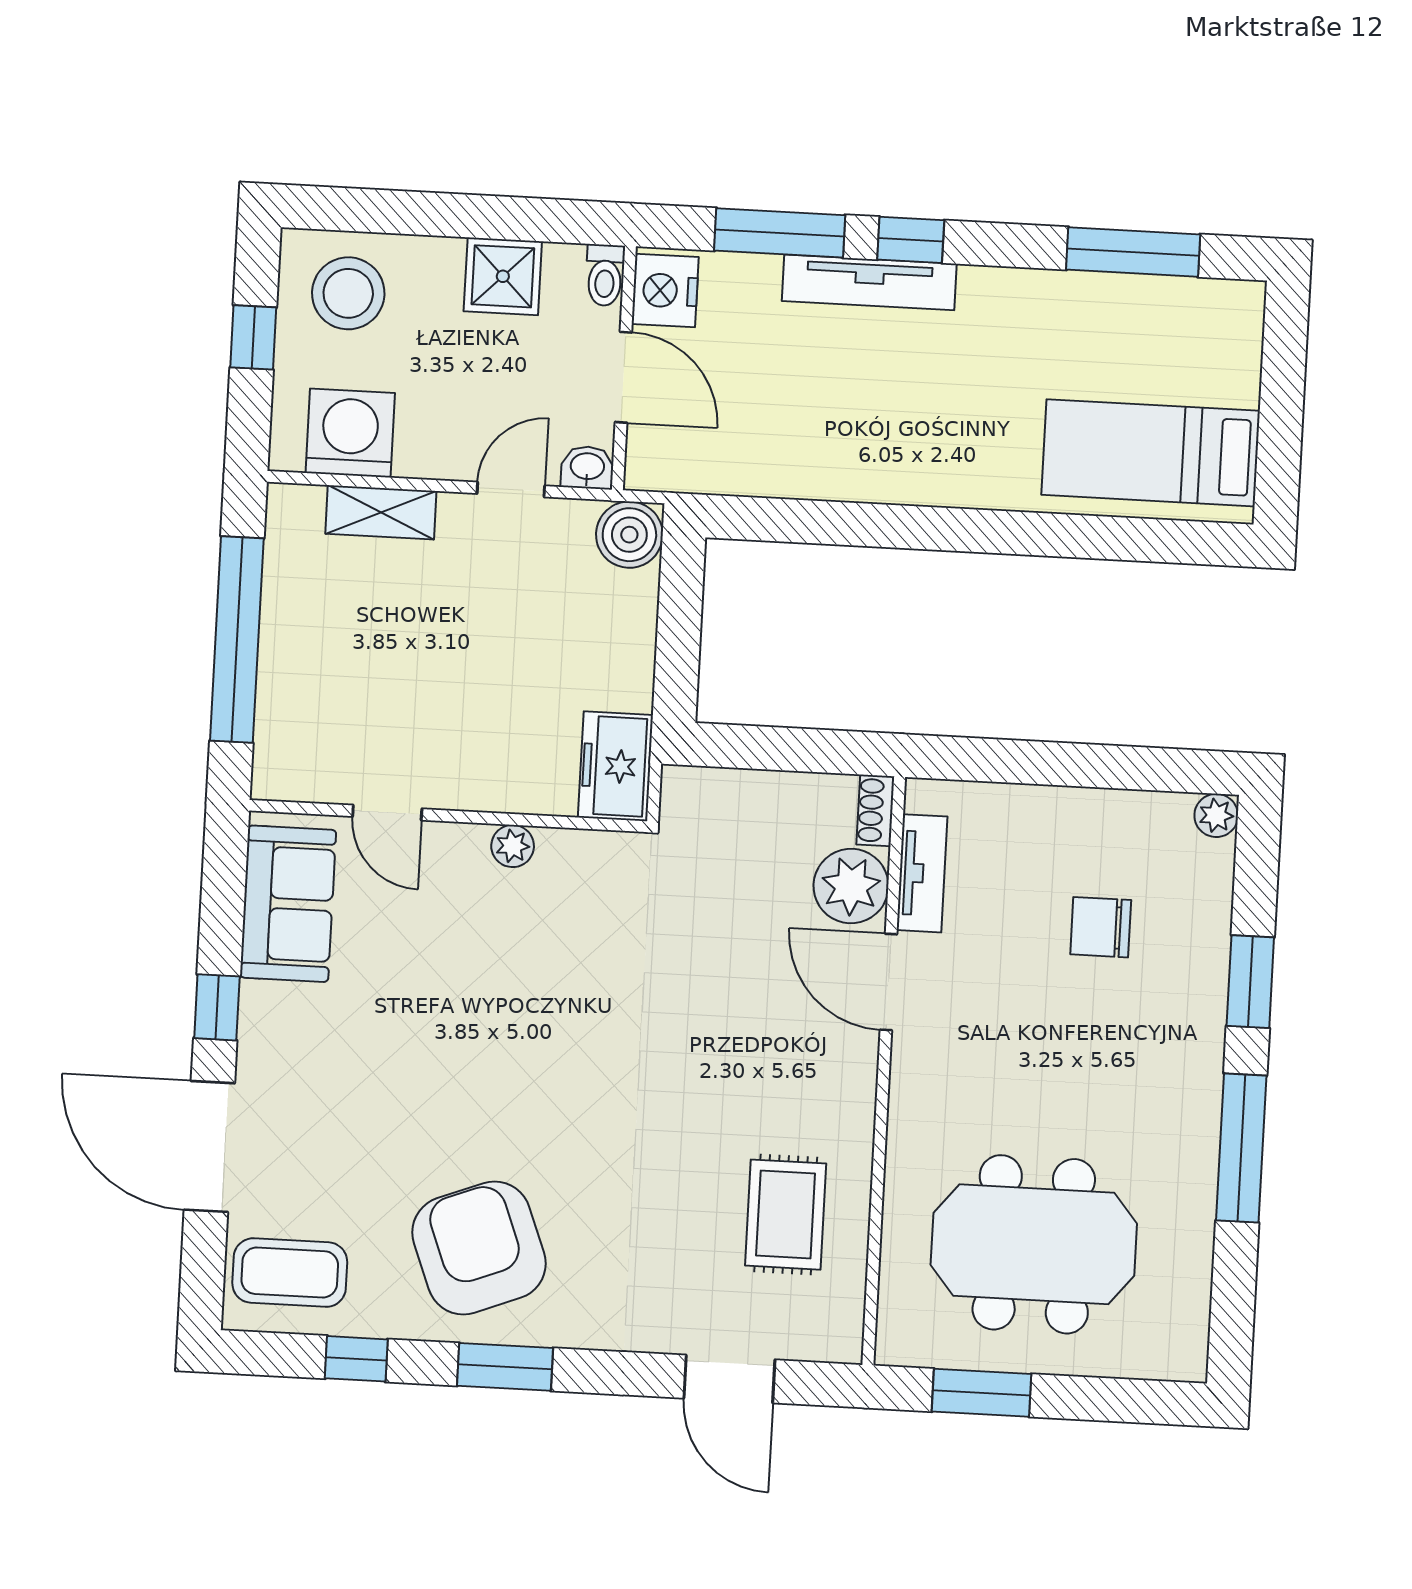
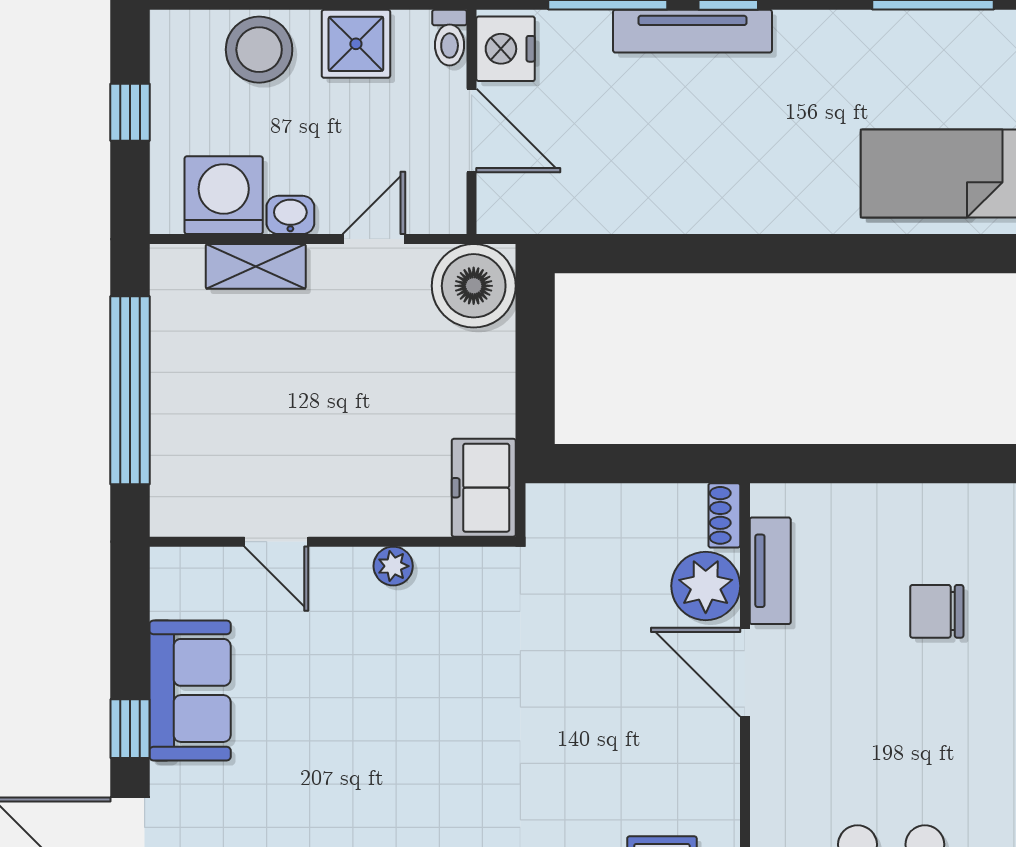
stool: (348, 293) -> (259, 50), moved
washbasin: (587, 467) -> (290, 215), moved
boiler: (629, 535) -> (474, 286), width x1.37, depth x1.37
sofa: (288, 904) -> (190, 690), moved

